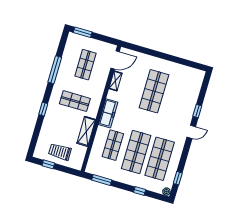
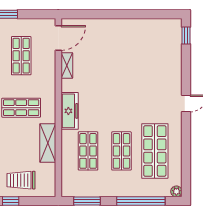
shop shelf: (154, 91) -> (121, 64), removed
window: (197, 111) -> (186, 35), moved
shop shelf: (136, 152) -> (121, 151), width x0.70, depth x0.74
window: (178, 178) -> (186, 170), removed
window: (140, 191) -> (141, 201), width x3.17

